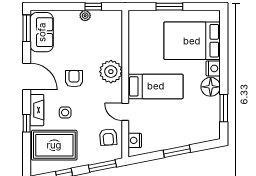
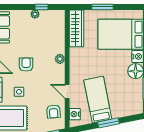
wardrobe: (137, 33) -> (77, 28), added
plant: (111, 72) -> (60, 59), width x0.53, depth x0.53
bed: (156, 86) -> (98, 100), moved, turned -101

